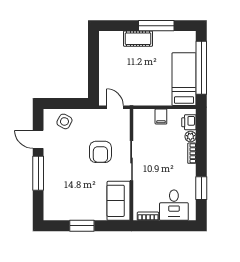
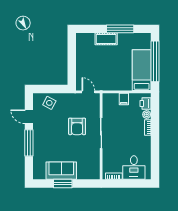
window: (201, 188) -> (155, 154), removed
sofa: (119, 201) -> (61, 171), moved, turned 90

